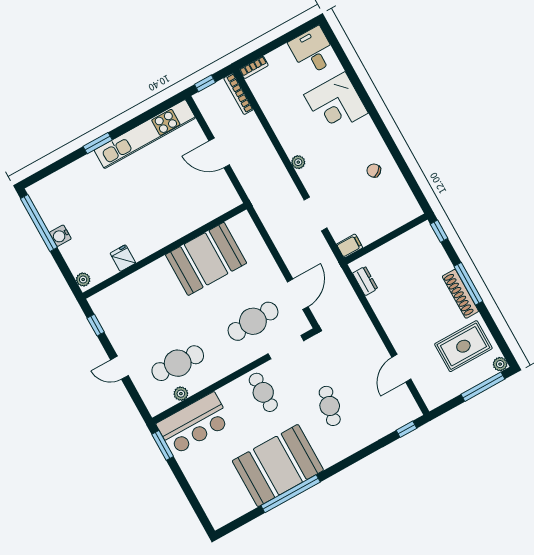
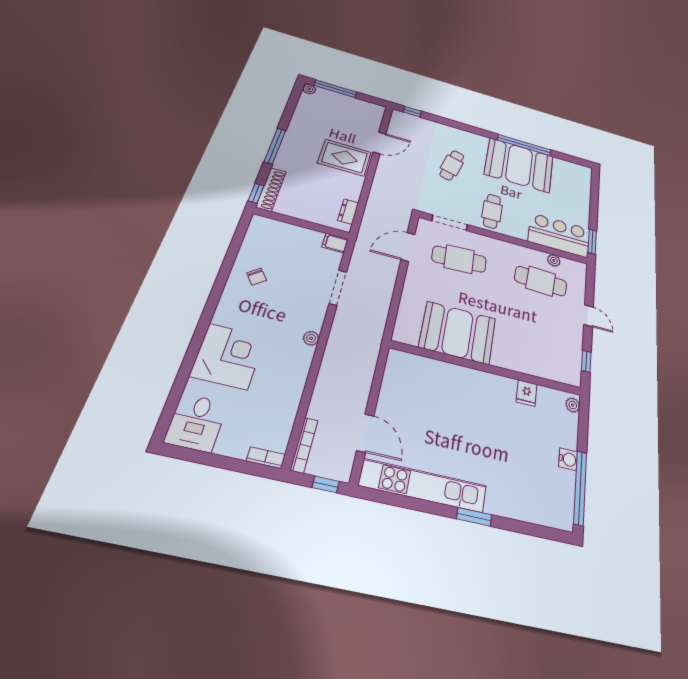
door: (219, 153) -> (365, 433), moved
shoe rack: (460, 294) -> (271, 189), moved
rug: (463, 346) -> (345, 158), moved

